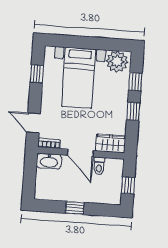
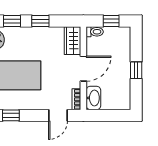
toilet: (99, 166) -> (95, 32), moved

